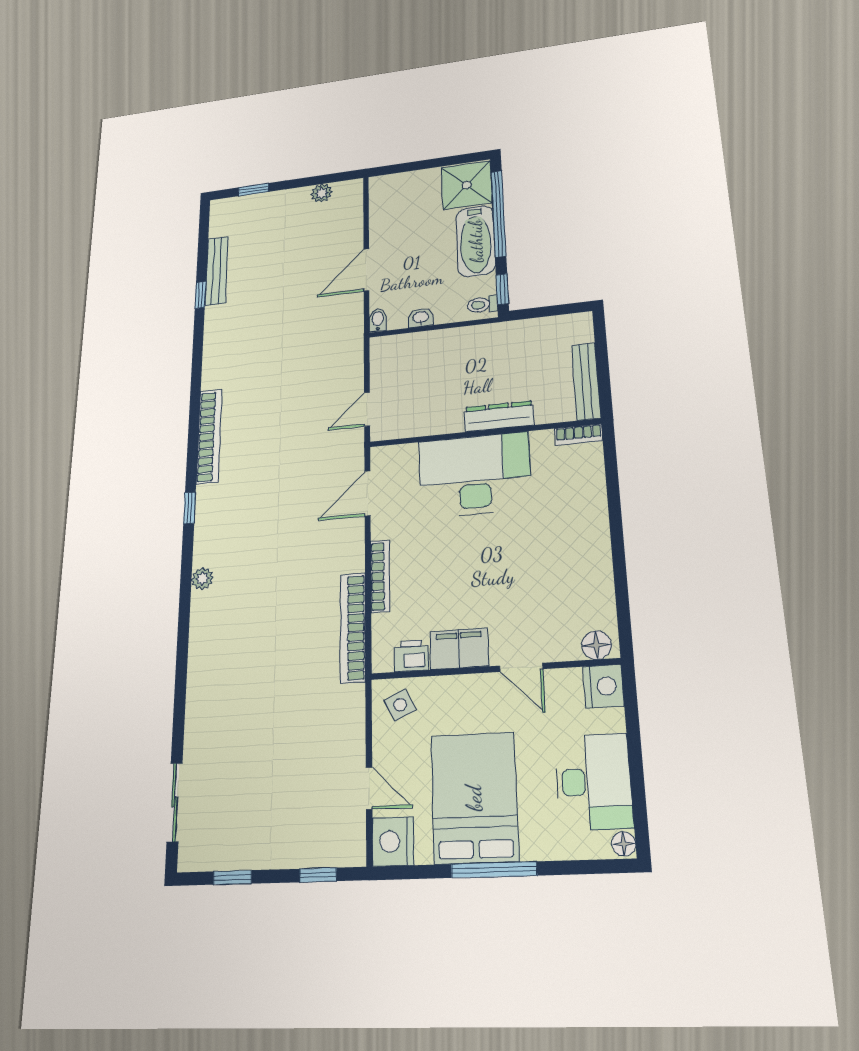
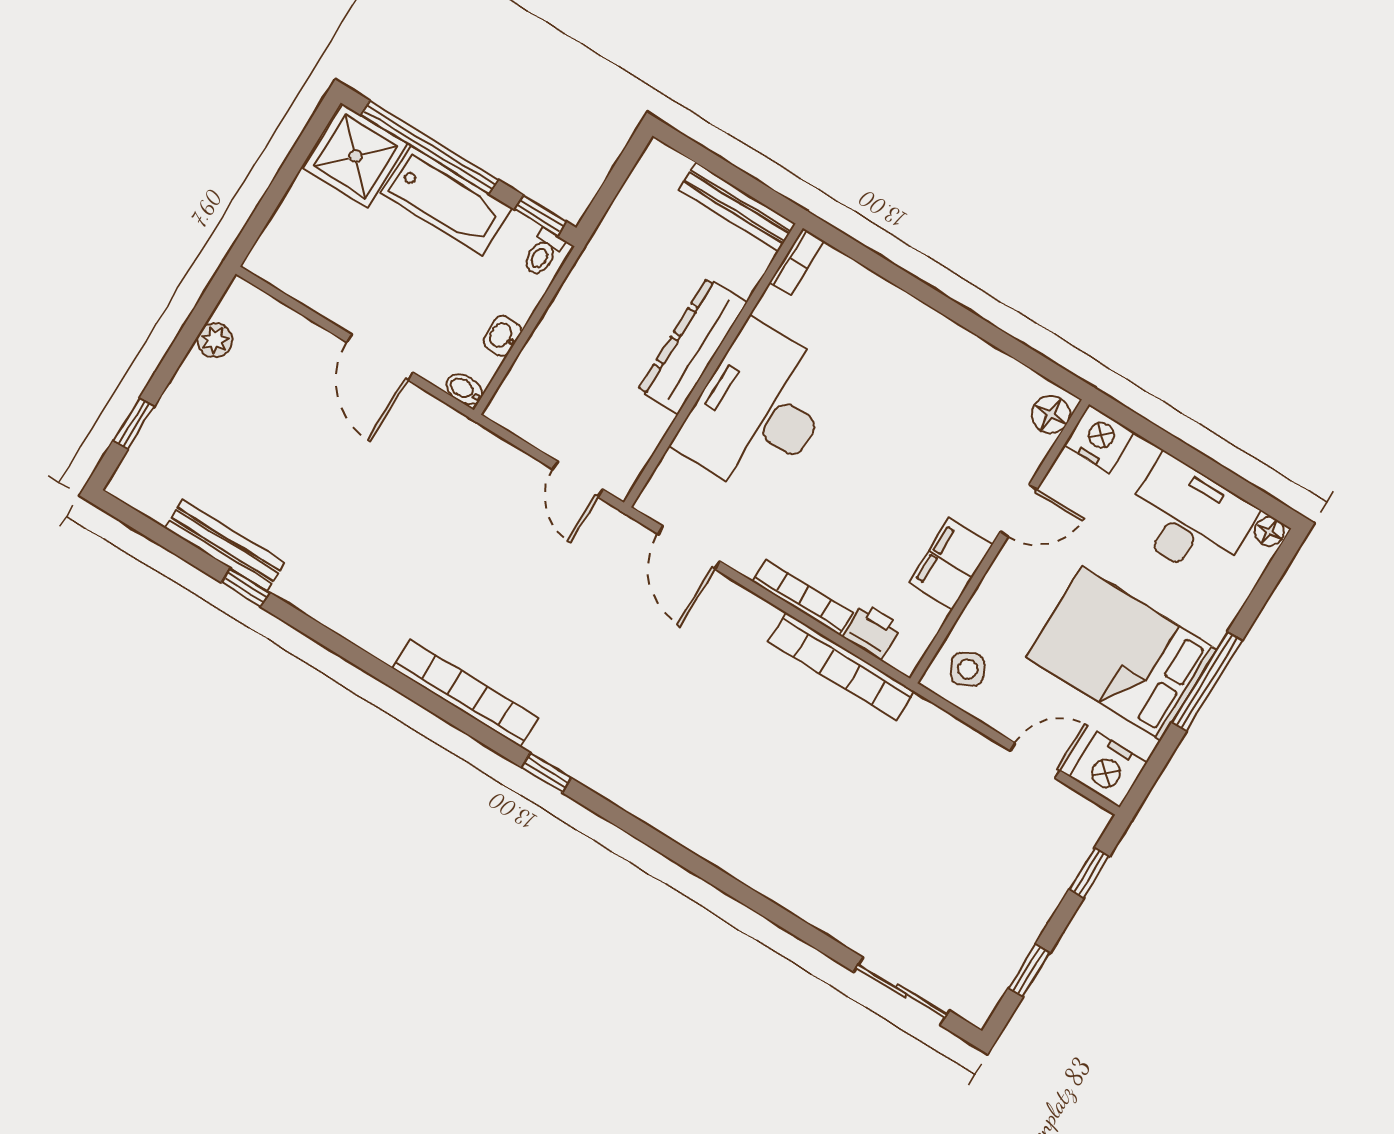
dresser: (499, 416) -> (692, 346), width x1.37, depth x1.24
plant: (202, 579) -> (652, 809), removed
printer: (411, 656) -> (872, 631), moved, turned 90

